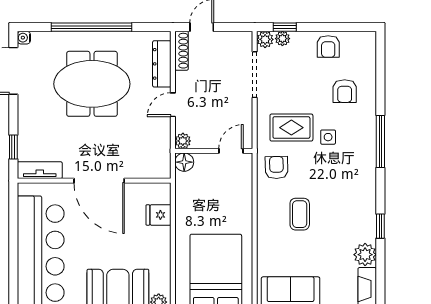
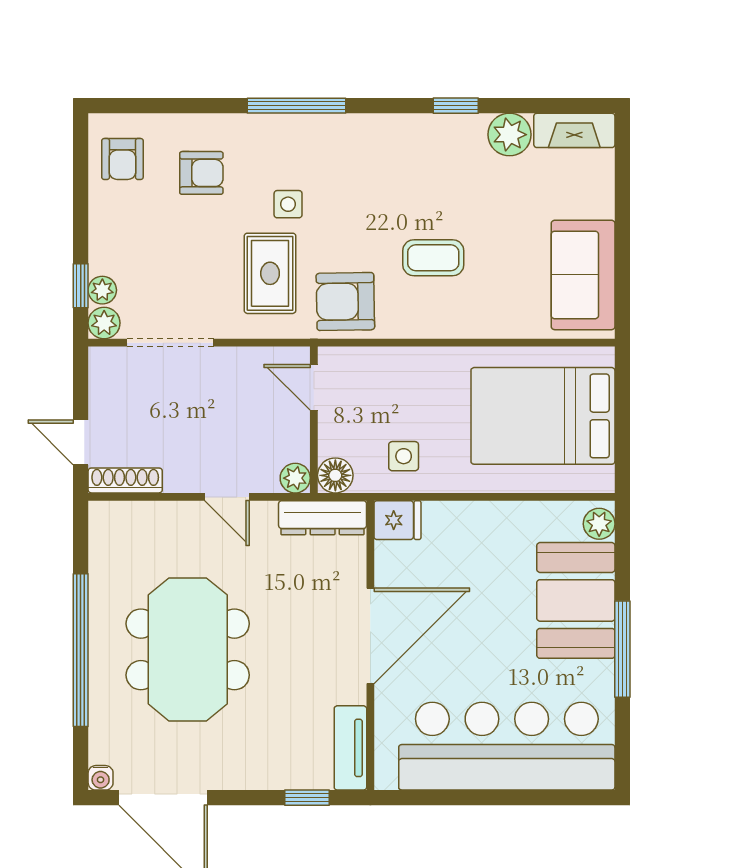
armchair: (328, 46) -> (122, 159), moved, turned 90
dresser: (162, 64) -> (323, 518), moved
armchair: (276, 167) -> (345, 301), width x1.38, depth x1.38
side table: (194, 198) -> (404, 456), added
fridge: (159, 215) -> (397, 520), moved, turned -90

